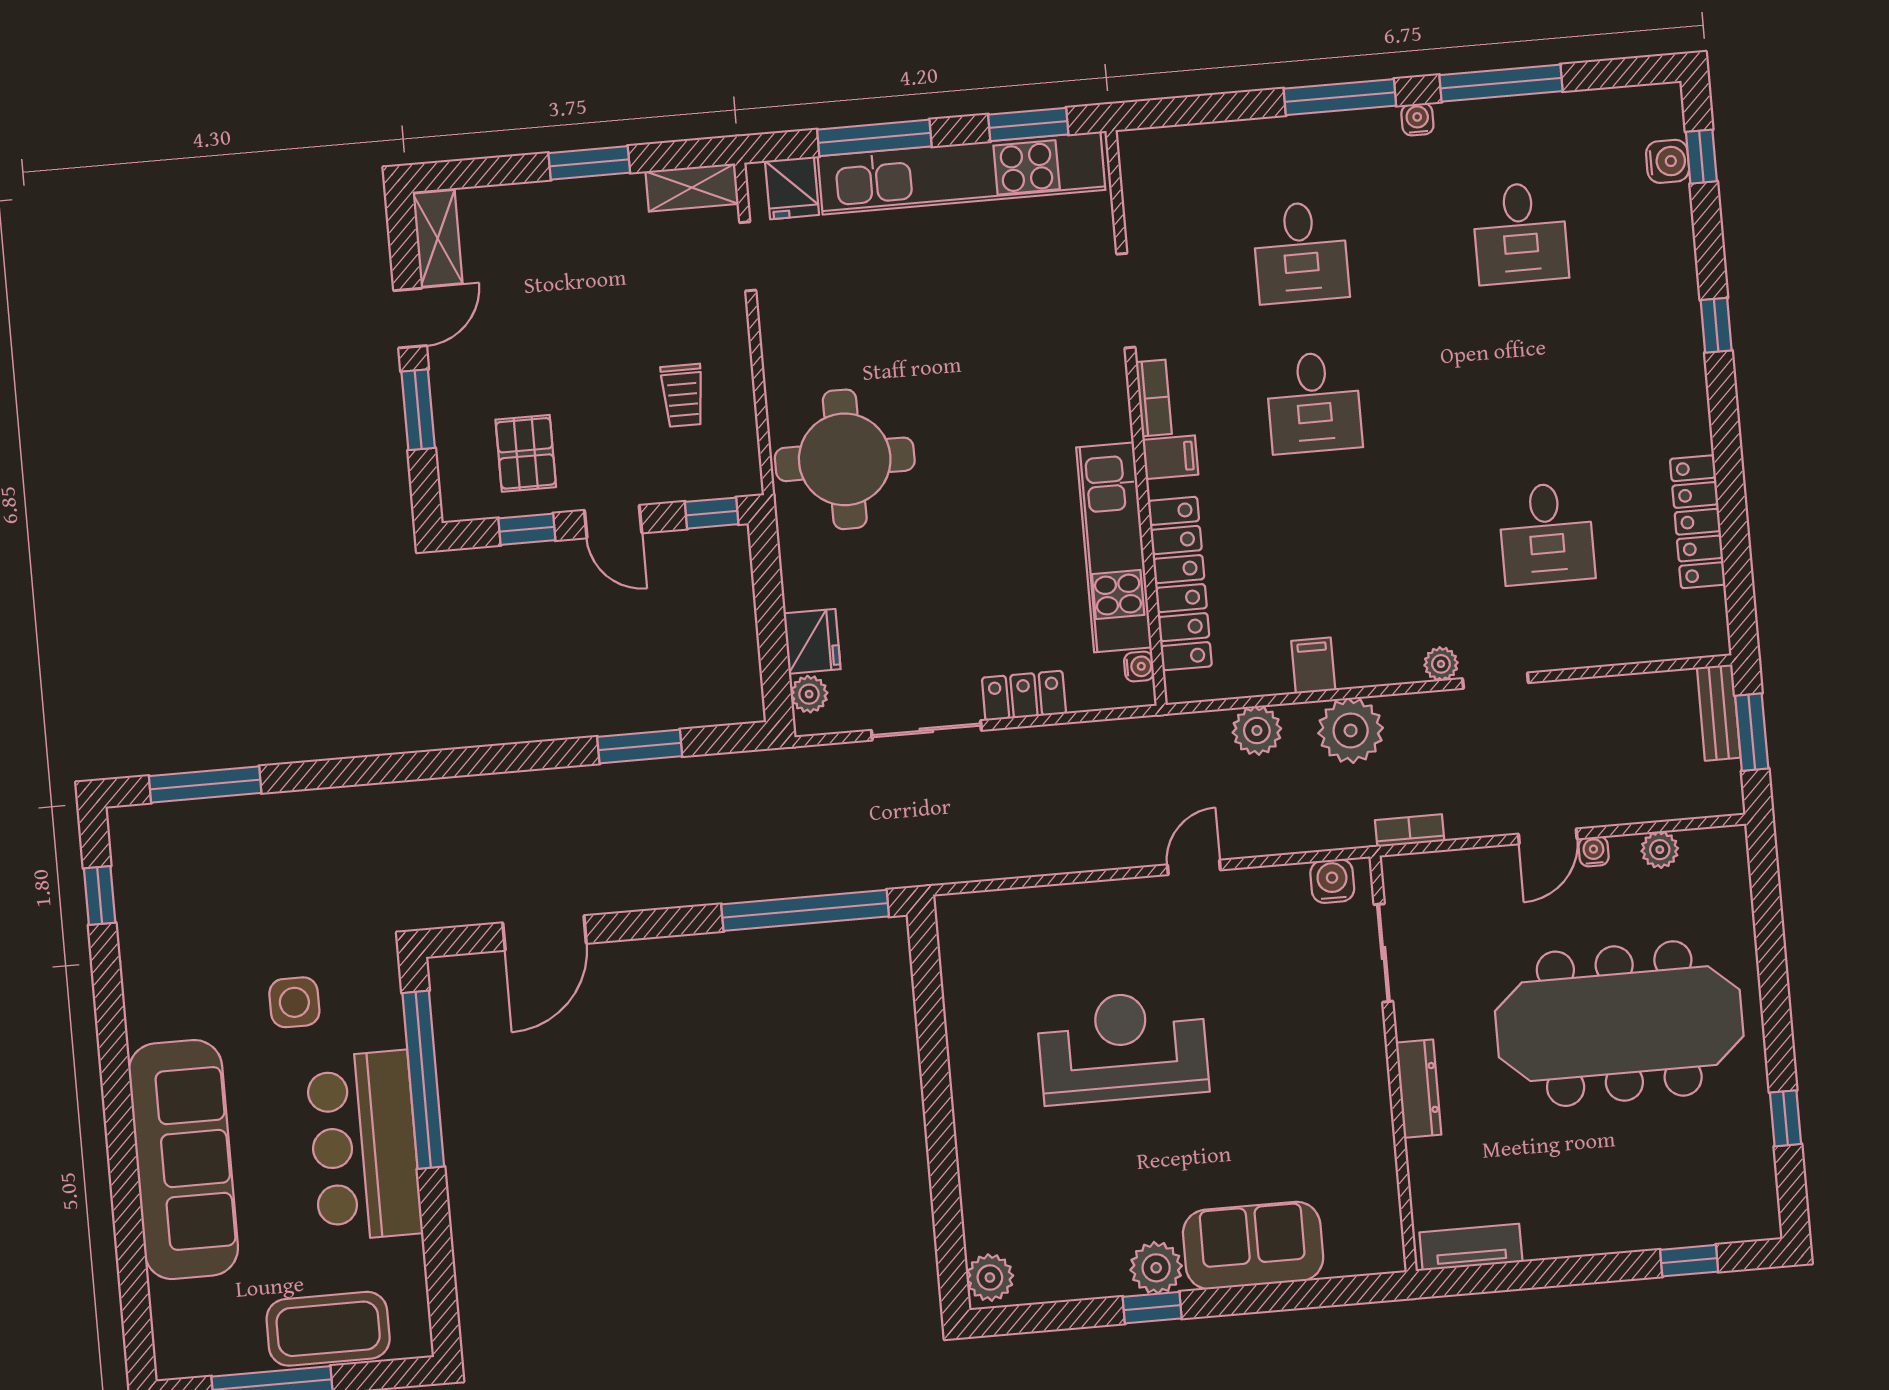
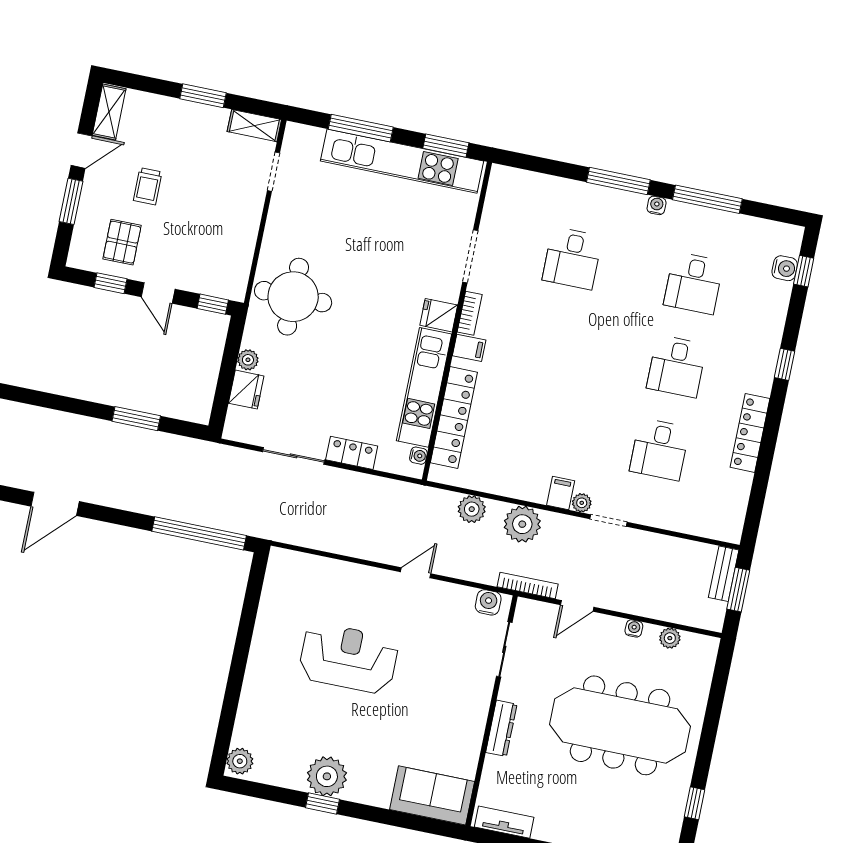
fridge: (792, 188) -> (439, 315), moved, turned 90
trolley: (683, 395) -> (148, 186), moved
desk: (1314, 402) -> (677, 366), moved
locker: (1698, 522) -> (750, 433), moved
filing cabinet: (1313, 666) -> (561, 493), moved
plant: (809, 694) -> (248, 360), moved
bookcase: (1410, 831) -> (528, 585), width x1.56
door: (1548, 836) -> (577, 606), moved
sofa: (1253, 1245) -> (432, 795), moved
plant: (1156, 1268) -> (327, 776), width x1.36, depth x1.36

